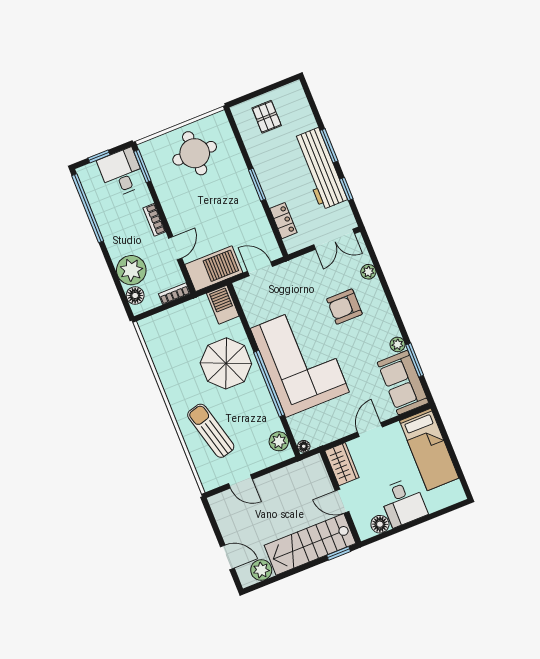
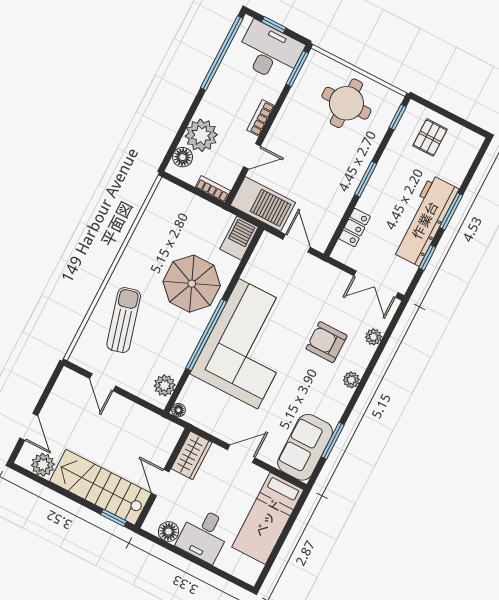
window: (234, 127) -> (398, 117), added
desk: (121, 173) -> (269, 52), width x1.37
plant: (397, 344) -> (351, 380), moved

